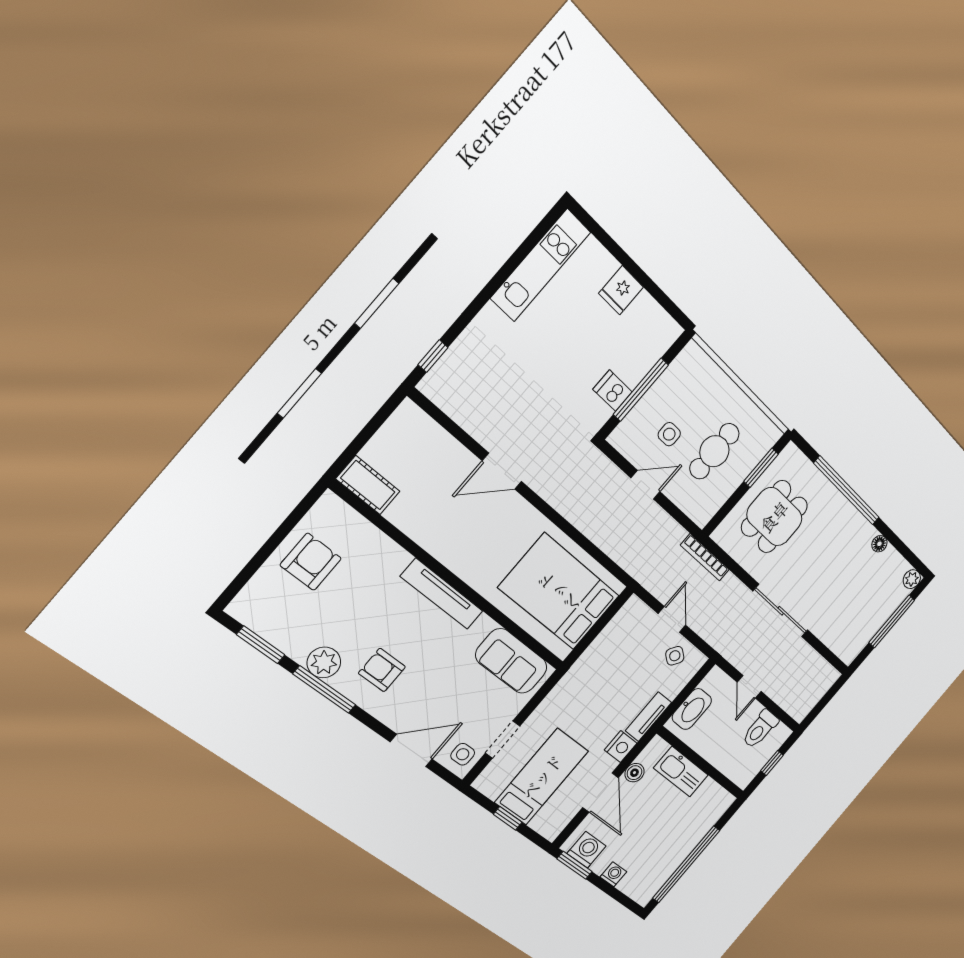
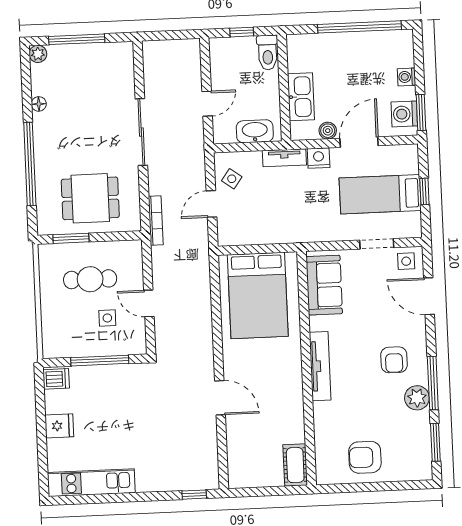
dishwasher: (613, 391) -> (56, 379), moved, turned -90
toilet: (760, 729) -> (268, 52), moved, turned 90

